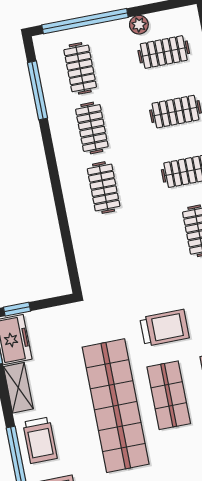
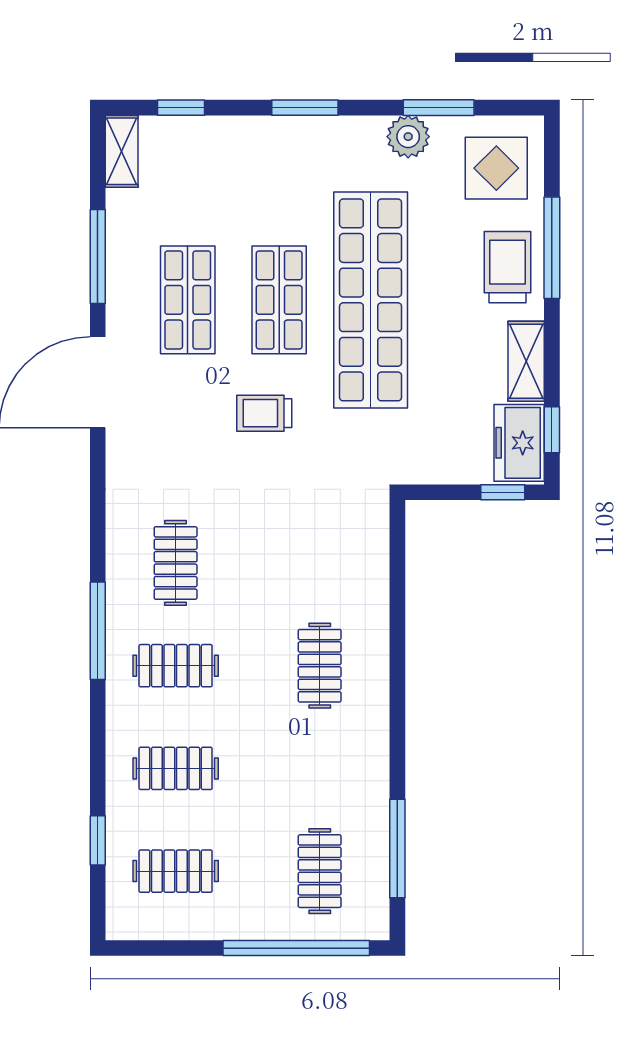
plant: (139, 25) -> (208, 924), removed
clothes rail: (92, 128) -> (320, 768), removed
trolley: (164, 328) -> (264, 413), width x0.73, depth x0.72

